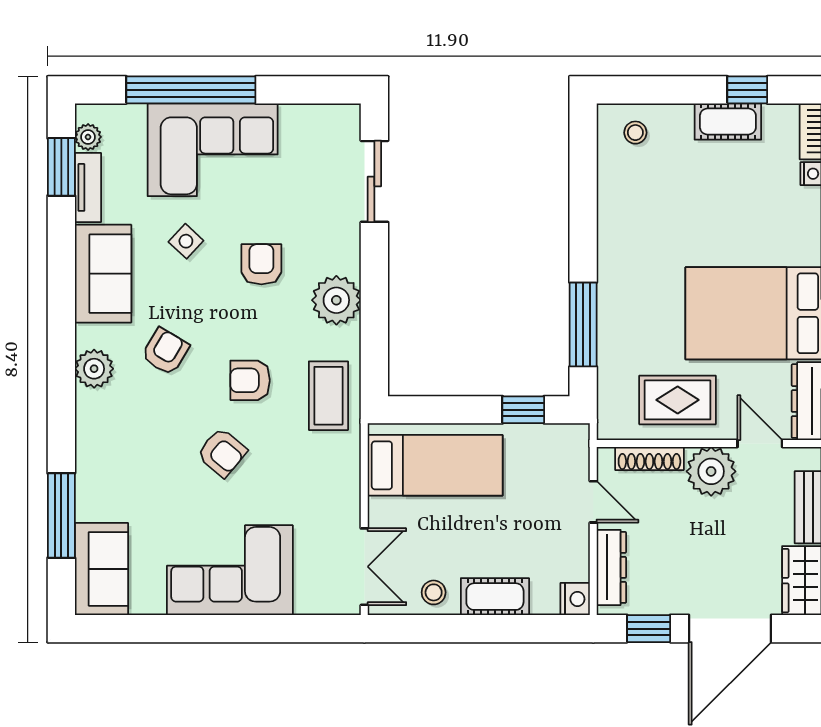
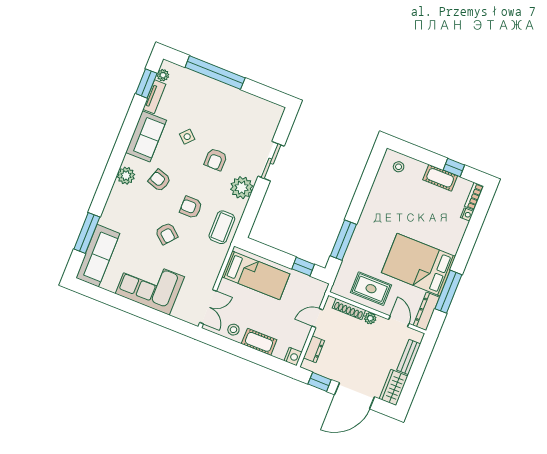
corner sofa: (213, 150) -> (214, 102), removed
sliding door: (374, 181) -> (271, 161), moved
armchair: (261, 264) -> (216, 159), turned 180
armchair: (165, 351) -> (159, 180), turned -103
plant: (711, 471) -> (370, 318), width x0.53, depth x0.53
door: (593, 502) -> (317, 318), swing flipped
dresser: (611, 567) -> (314, 349), width x0.70
sofa: (101, 569) -> (98, 256), width x1.36

